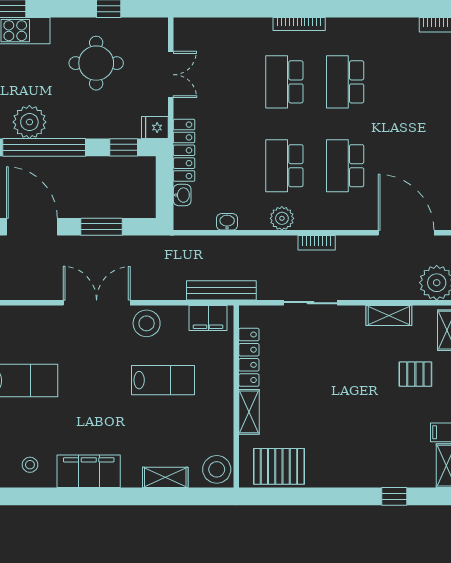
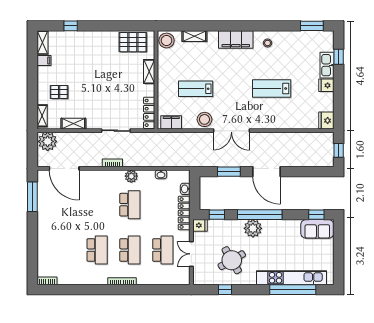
round table: (96, 63) -> (232, 260), turned -30
plant: (29, 122) -> (253, 228), moved
school desk: (345, 166) -> (163, 250), moved
bench: (221, 290) -> (164, 137), removed
locker: (249, 357) -> (149, 113), moved

